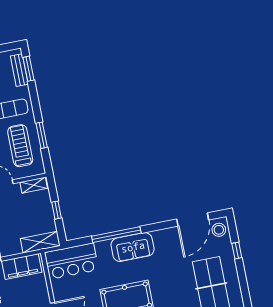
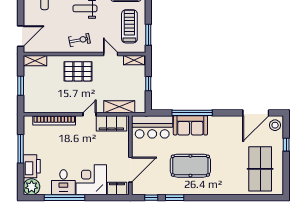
window: (42, 135) -> (148, 35), moved
shelving: (40, 242) -> (119, 107), moved
sofa: (133, 247) -> (190, 125), moved

